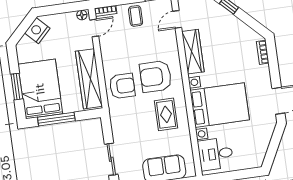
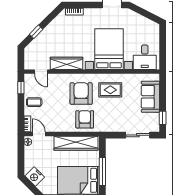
armchair: (156, 76) -> (81, 94), turned 180

